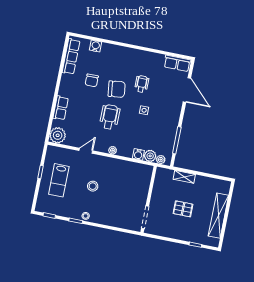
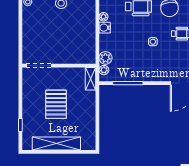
water cooler: (138, 154) -> (105, 28), moved
shelving: (184, 177) -> (90, 79), moved
pallet: (183, 209) -> (56, 104), width x1.50, depth x1.42

